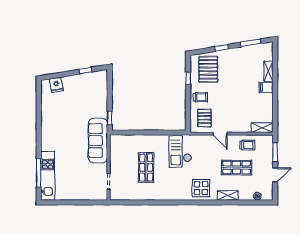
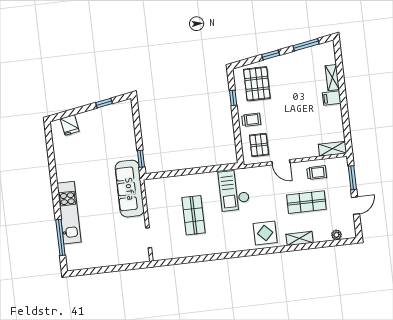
kitchen unit: (48, 176) -> (69, 213), moved

